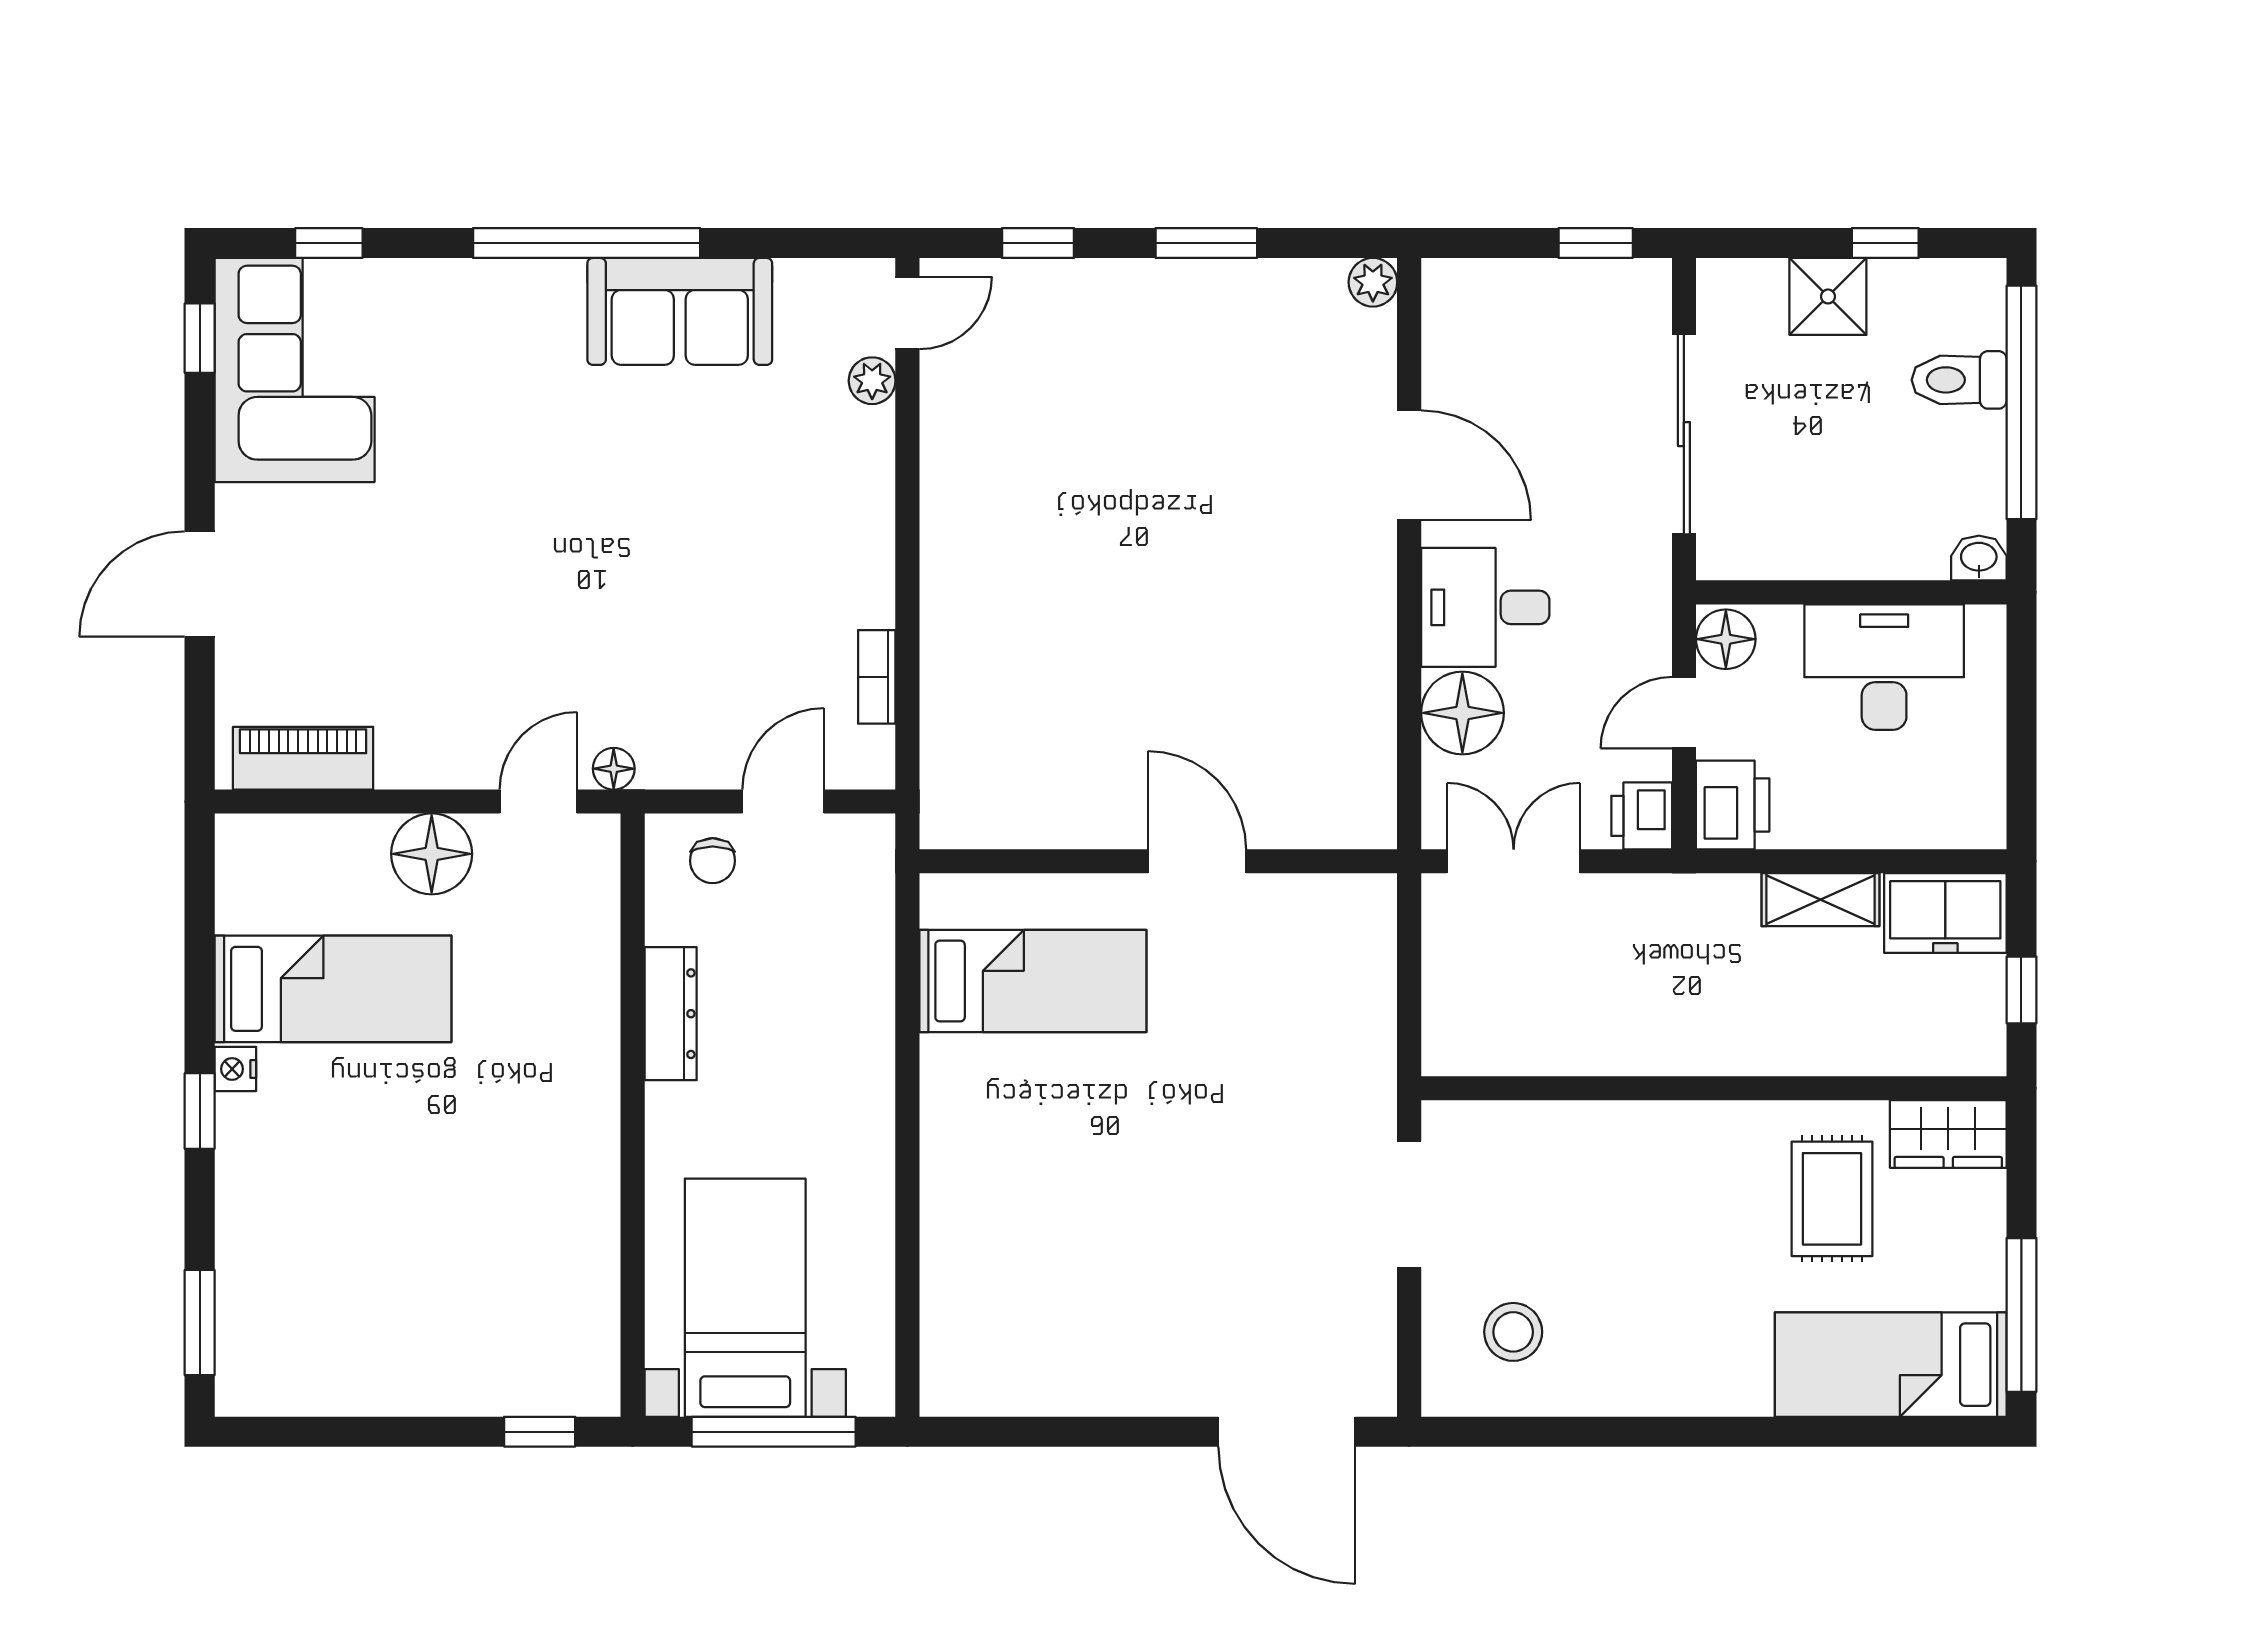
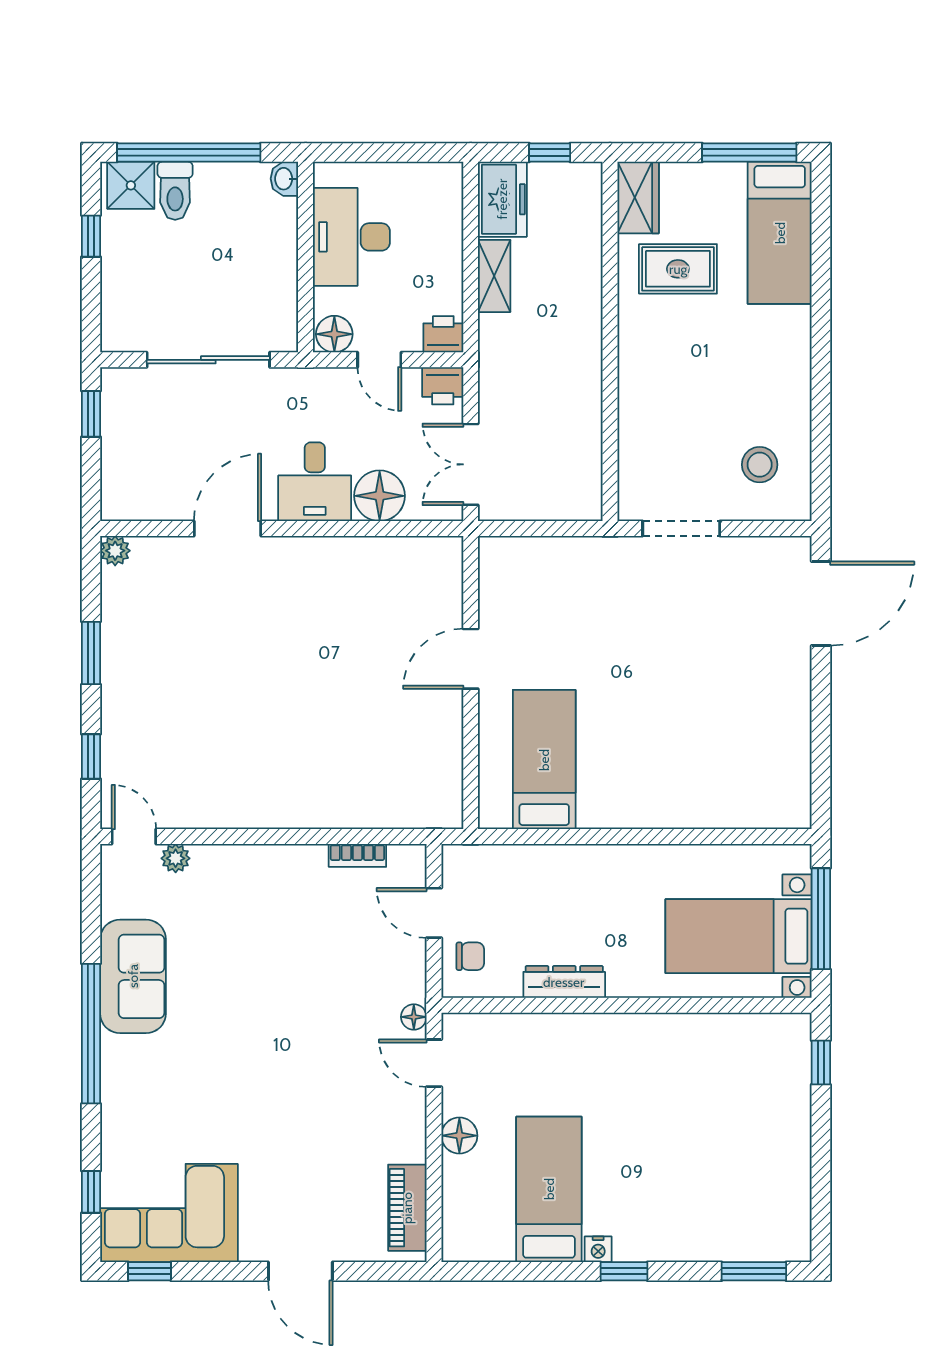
shower: (1828, 296) -> (131, 185), moved
printer: (1733, 805) -> (443, 334), width x0.73, depth x0.81
floor lamp: (432, 854) -> (459, 1136), width x0.73, depth x0.73

